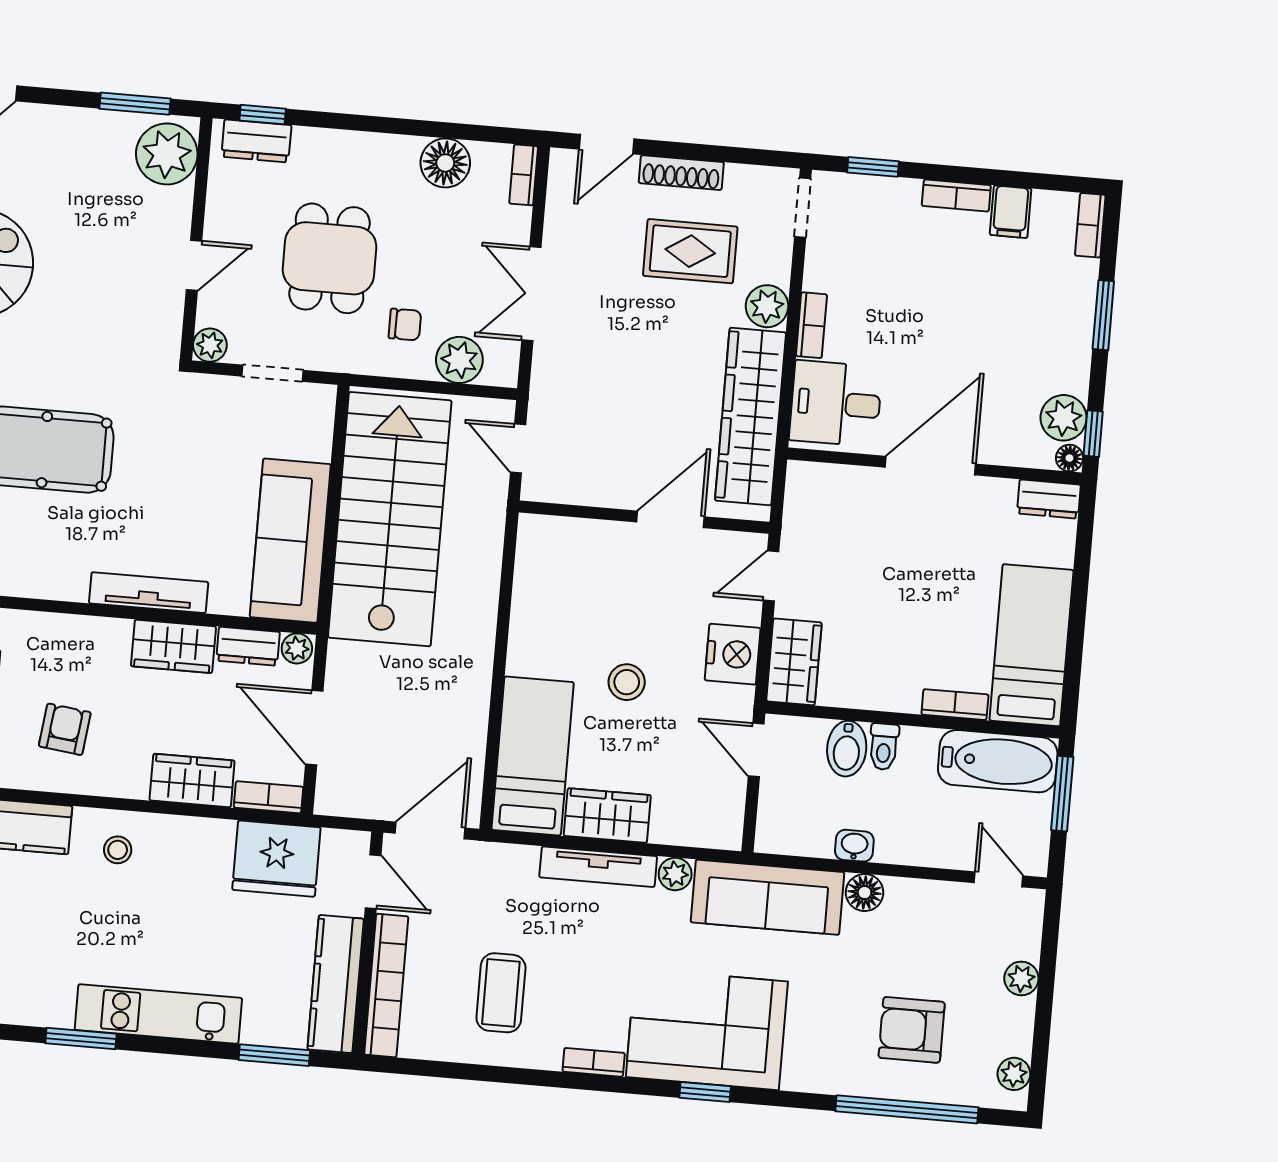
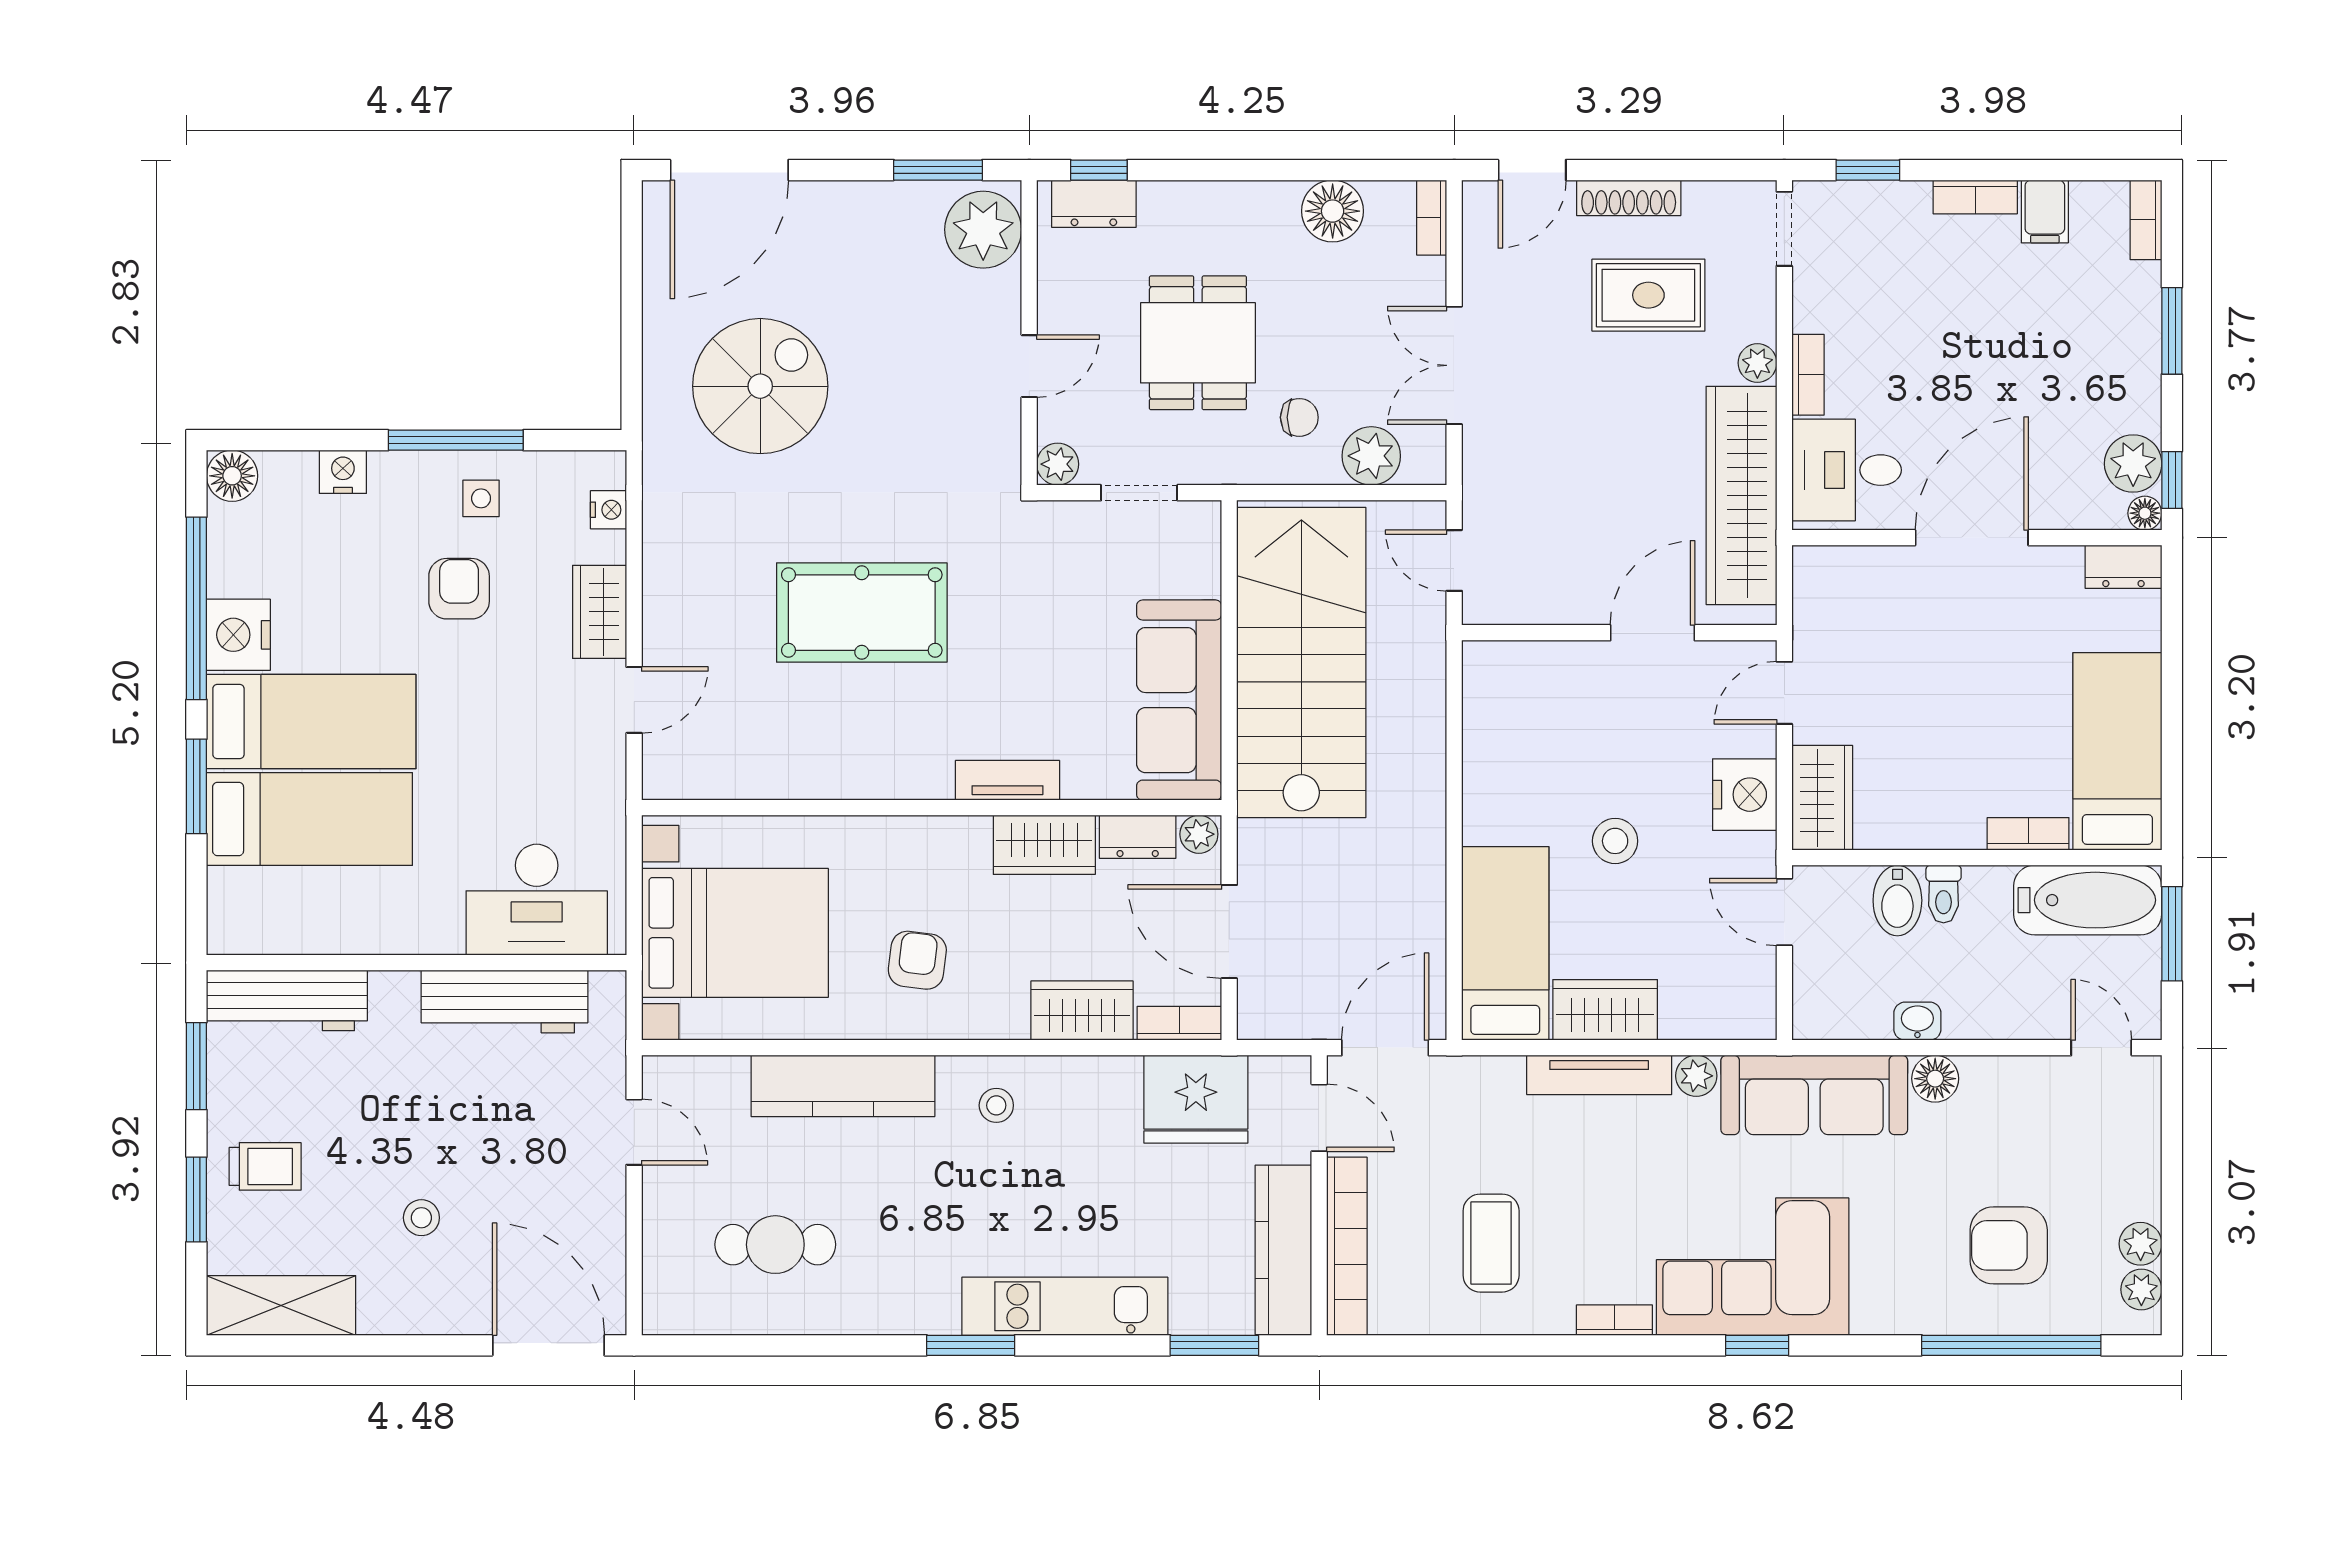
plant: (767, 306) -> (1757, 363), width x0.73, depth x0.73
tv unit: (149, 593) -> (1007, 780), width x0.71
plant: (1021, 978) -> (2141, 1244), moved

